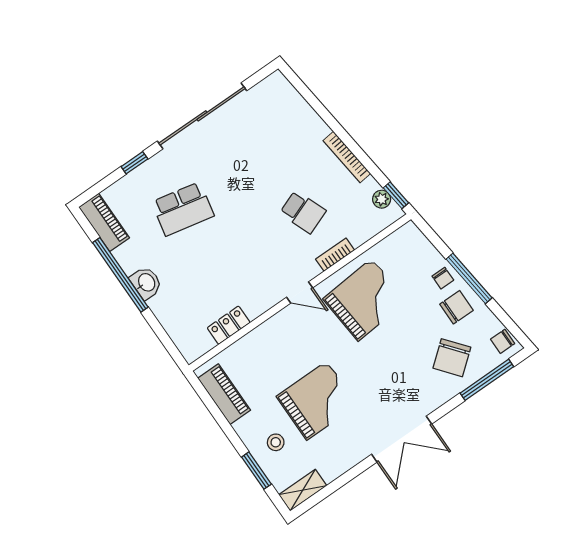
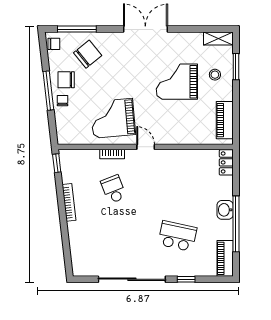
plant: (382, 199) -> (66, 166), removed
locker: (229, 325) -> (226, 162), moved, turned 90

